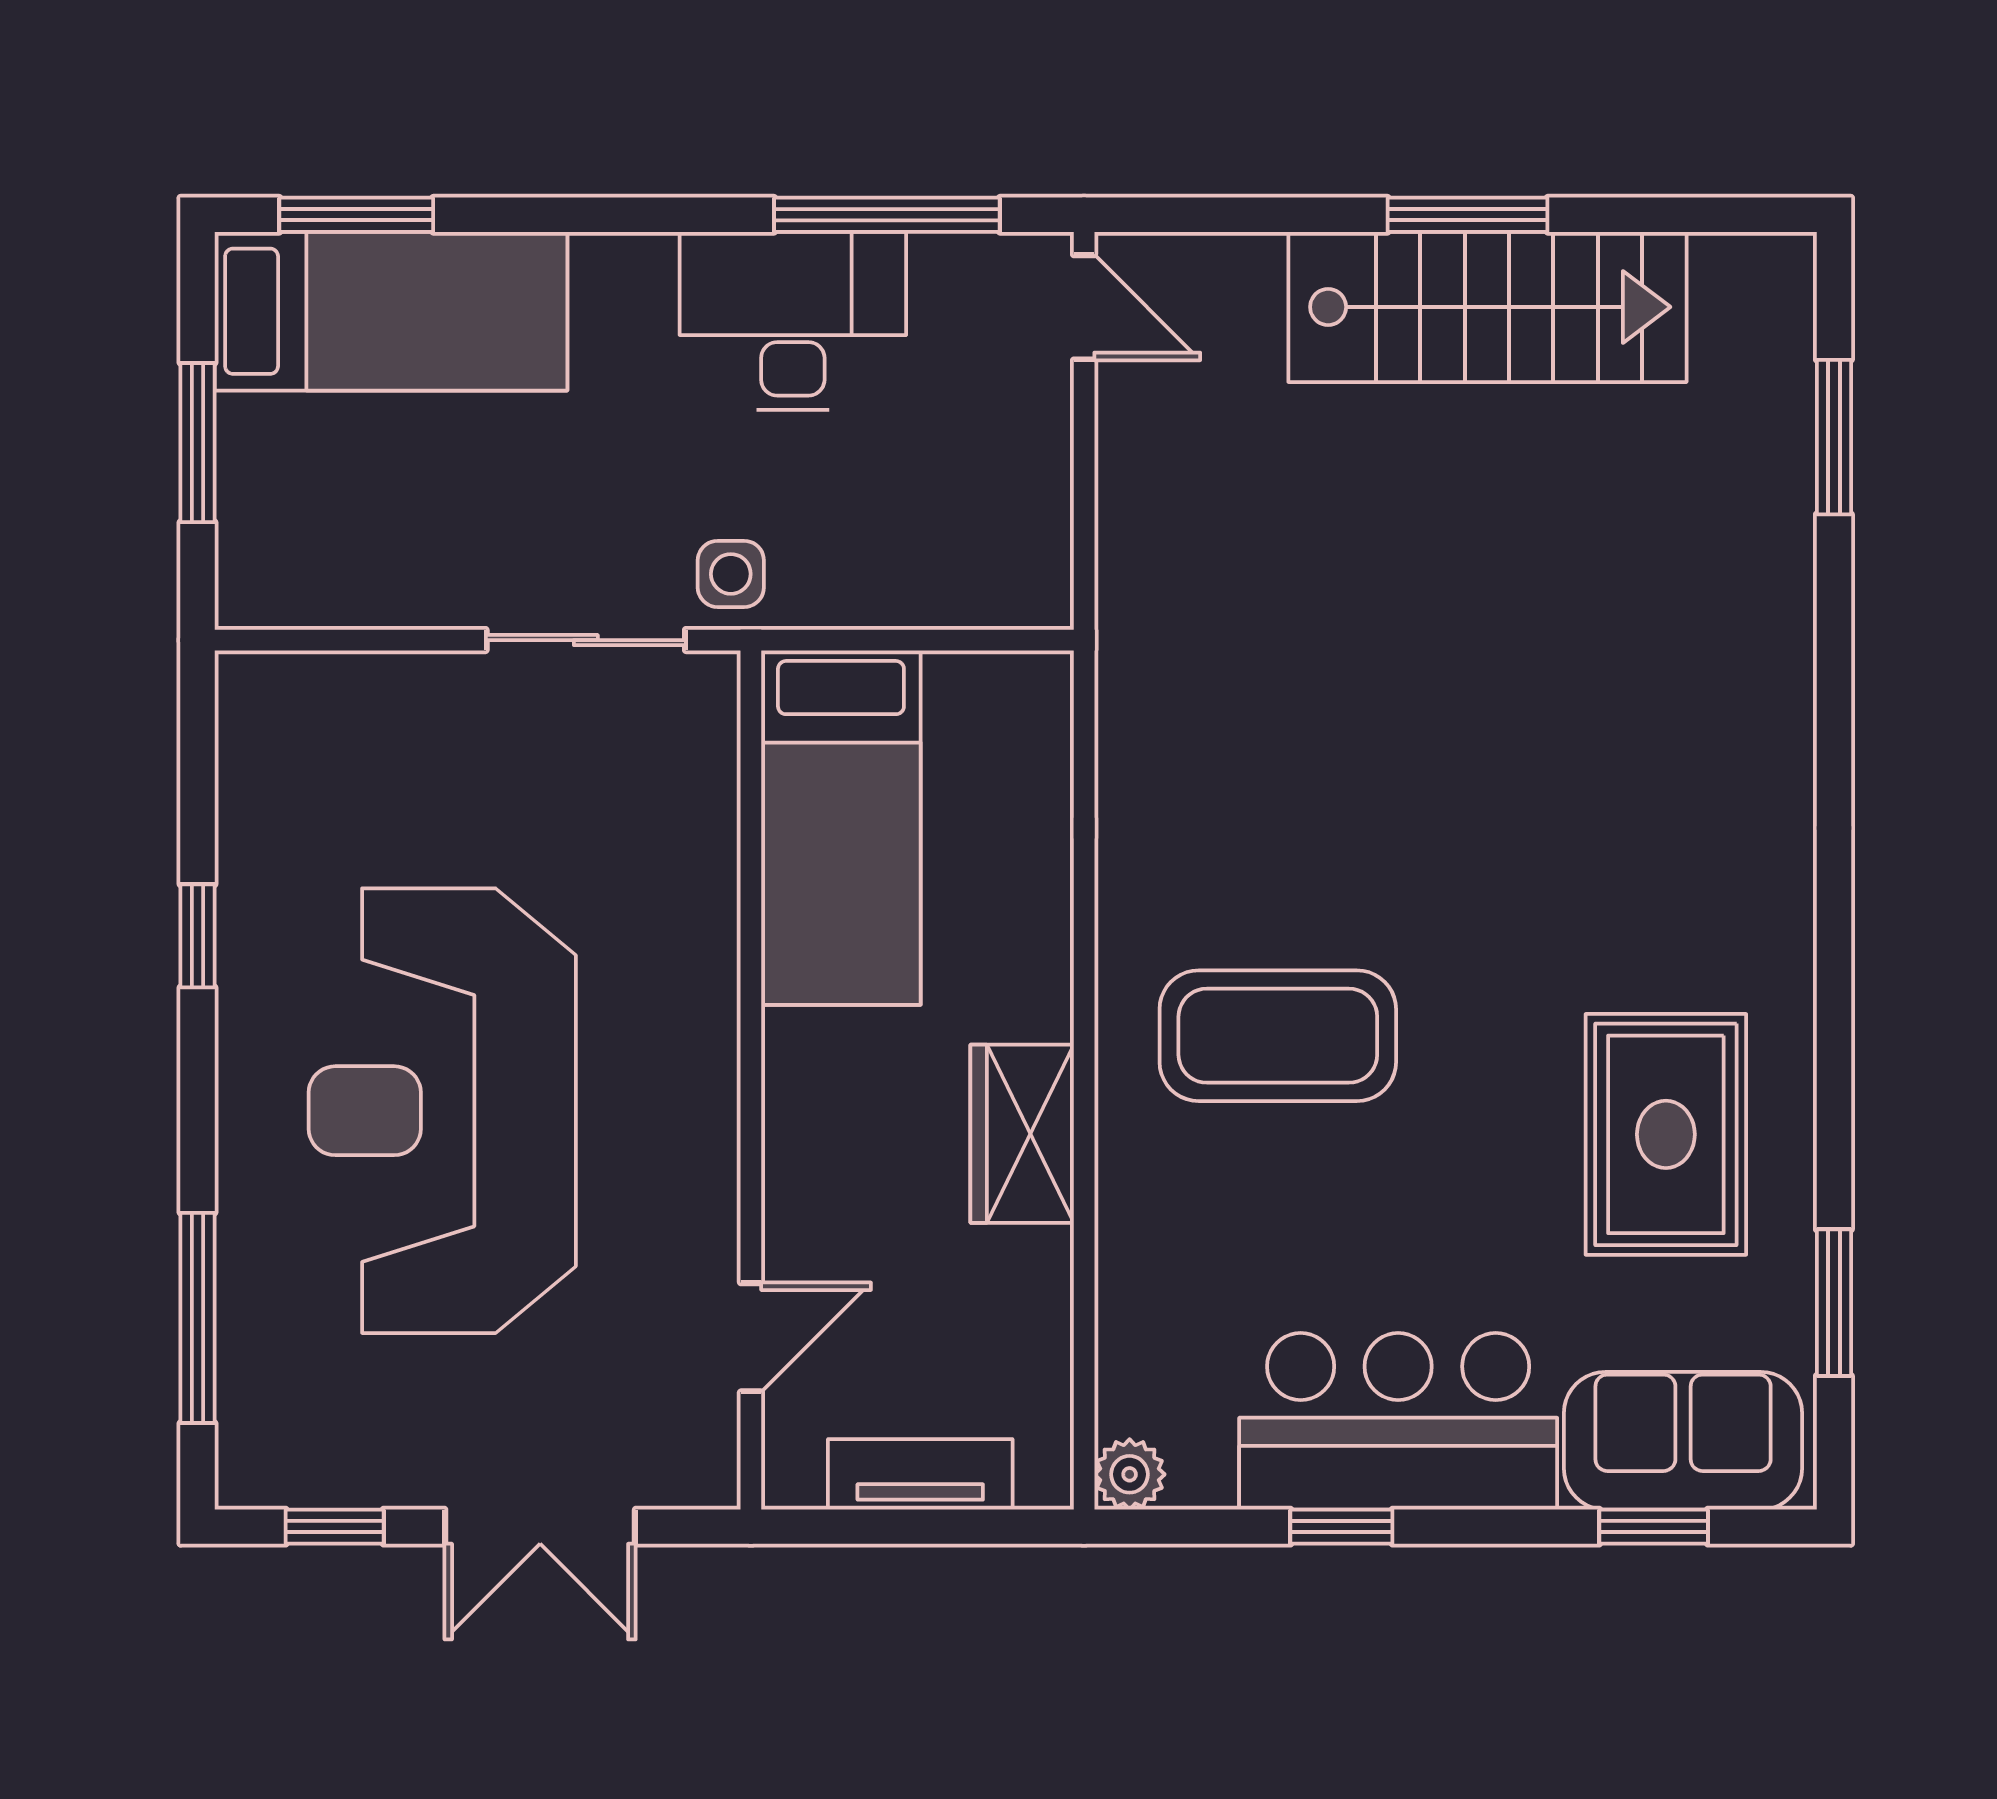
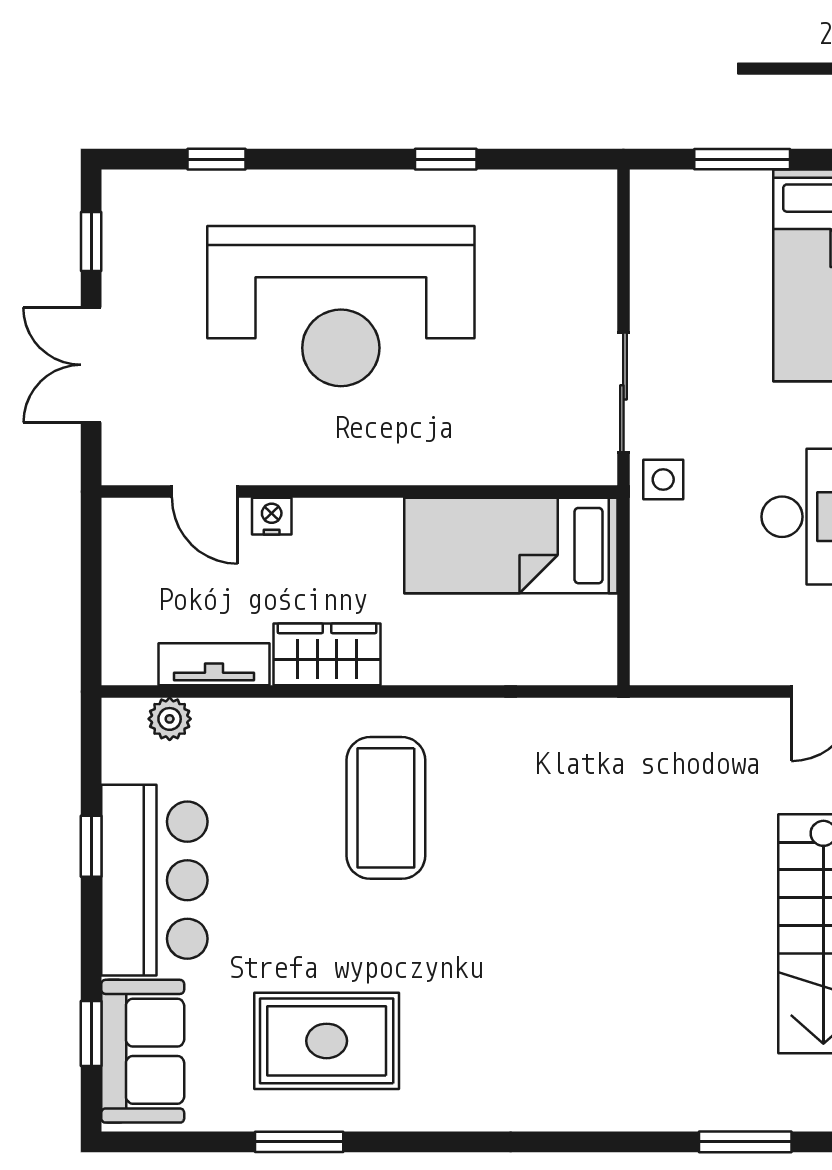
reception desk: (442, 1111) -> (341, 306), turned 180
nightstand: (792, 1226) -> (272, 516), added
window: (1834, 1303) -> (299, 1142), moved
window: (197, 1318) -> (216, 159), width x0.46
tv unit: (920, 1474) -> (214, 664), moved, turned -90
plant: (1130, 1474) -> (170, 719), moved

